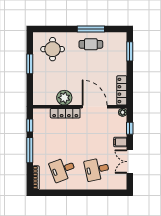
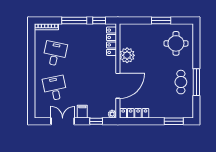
locker: (65, 113) -> (111, 41), moved
desk: (63, 169) -> (55, 54), turned 33

